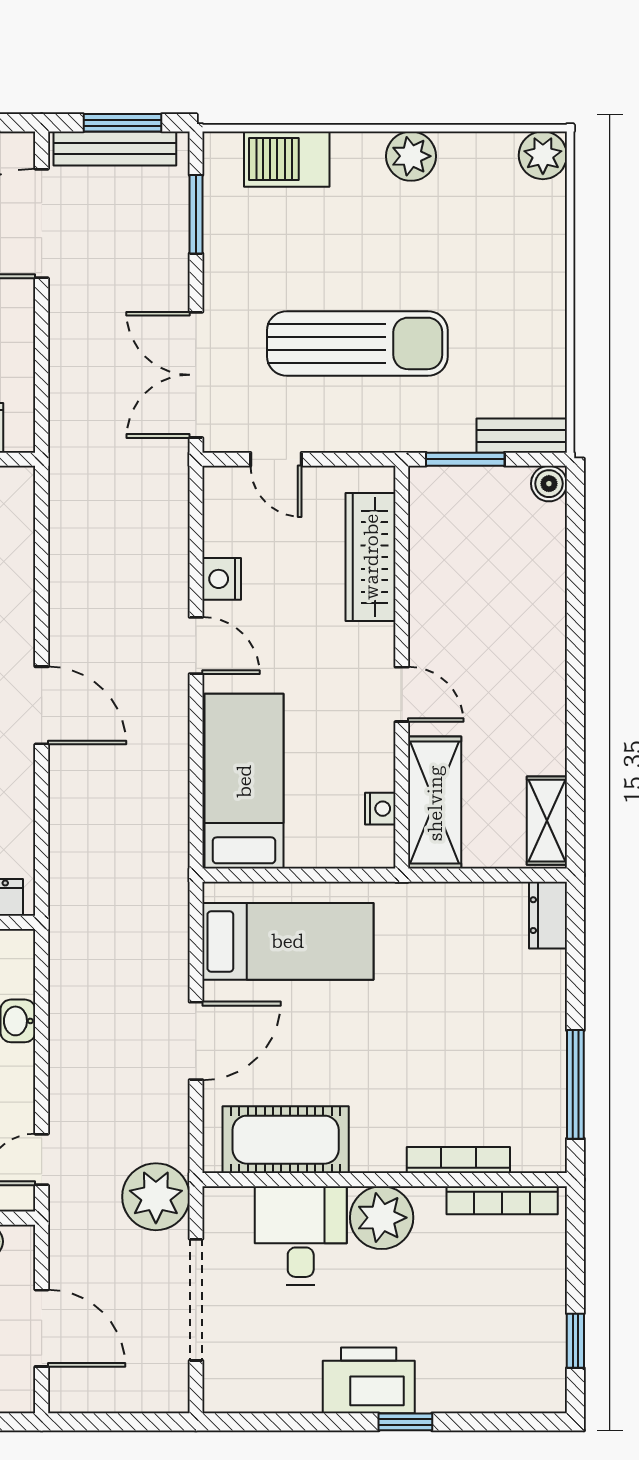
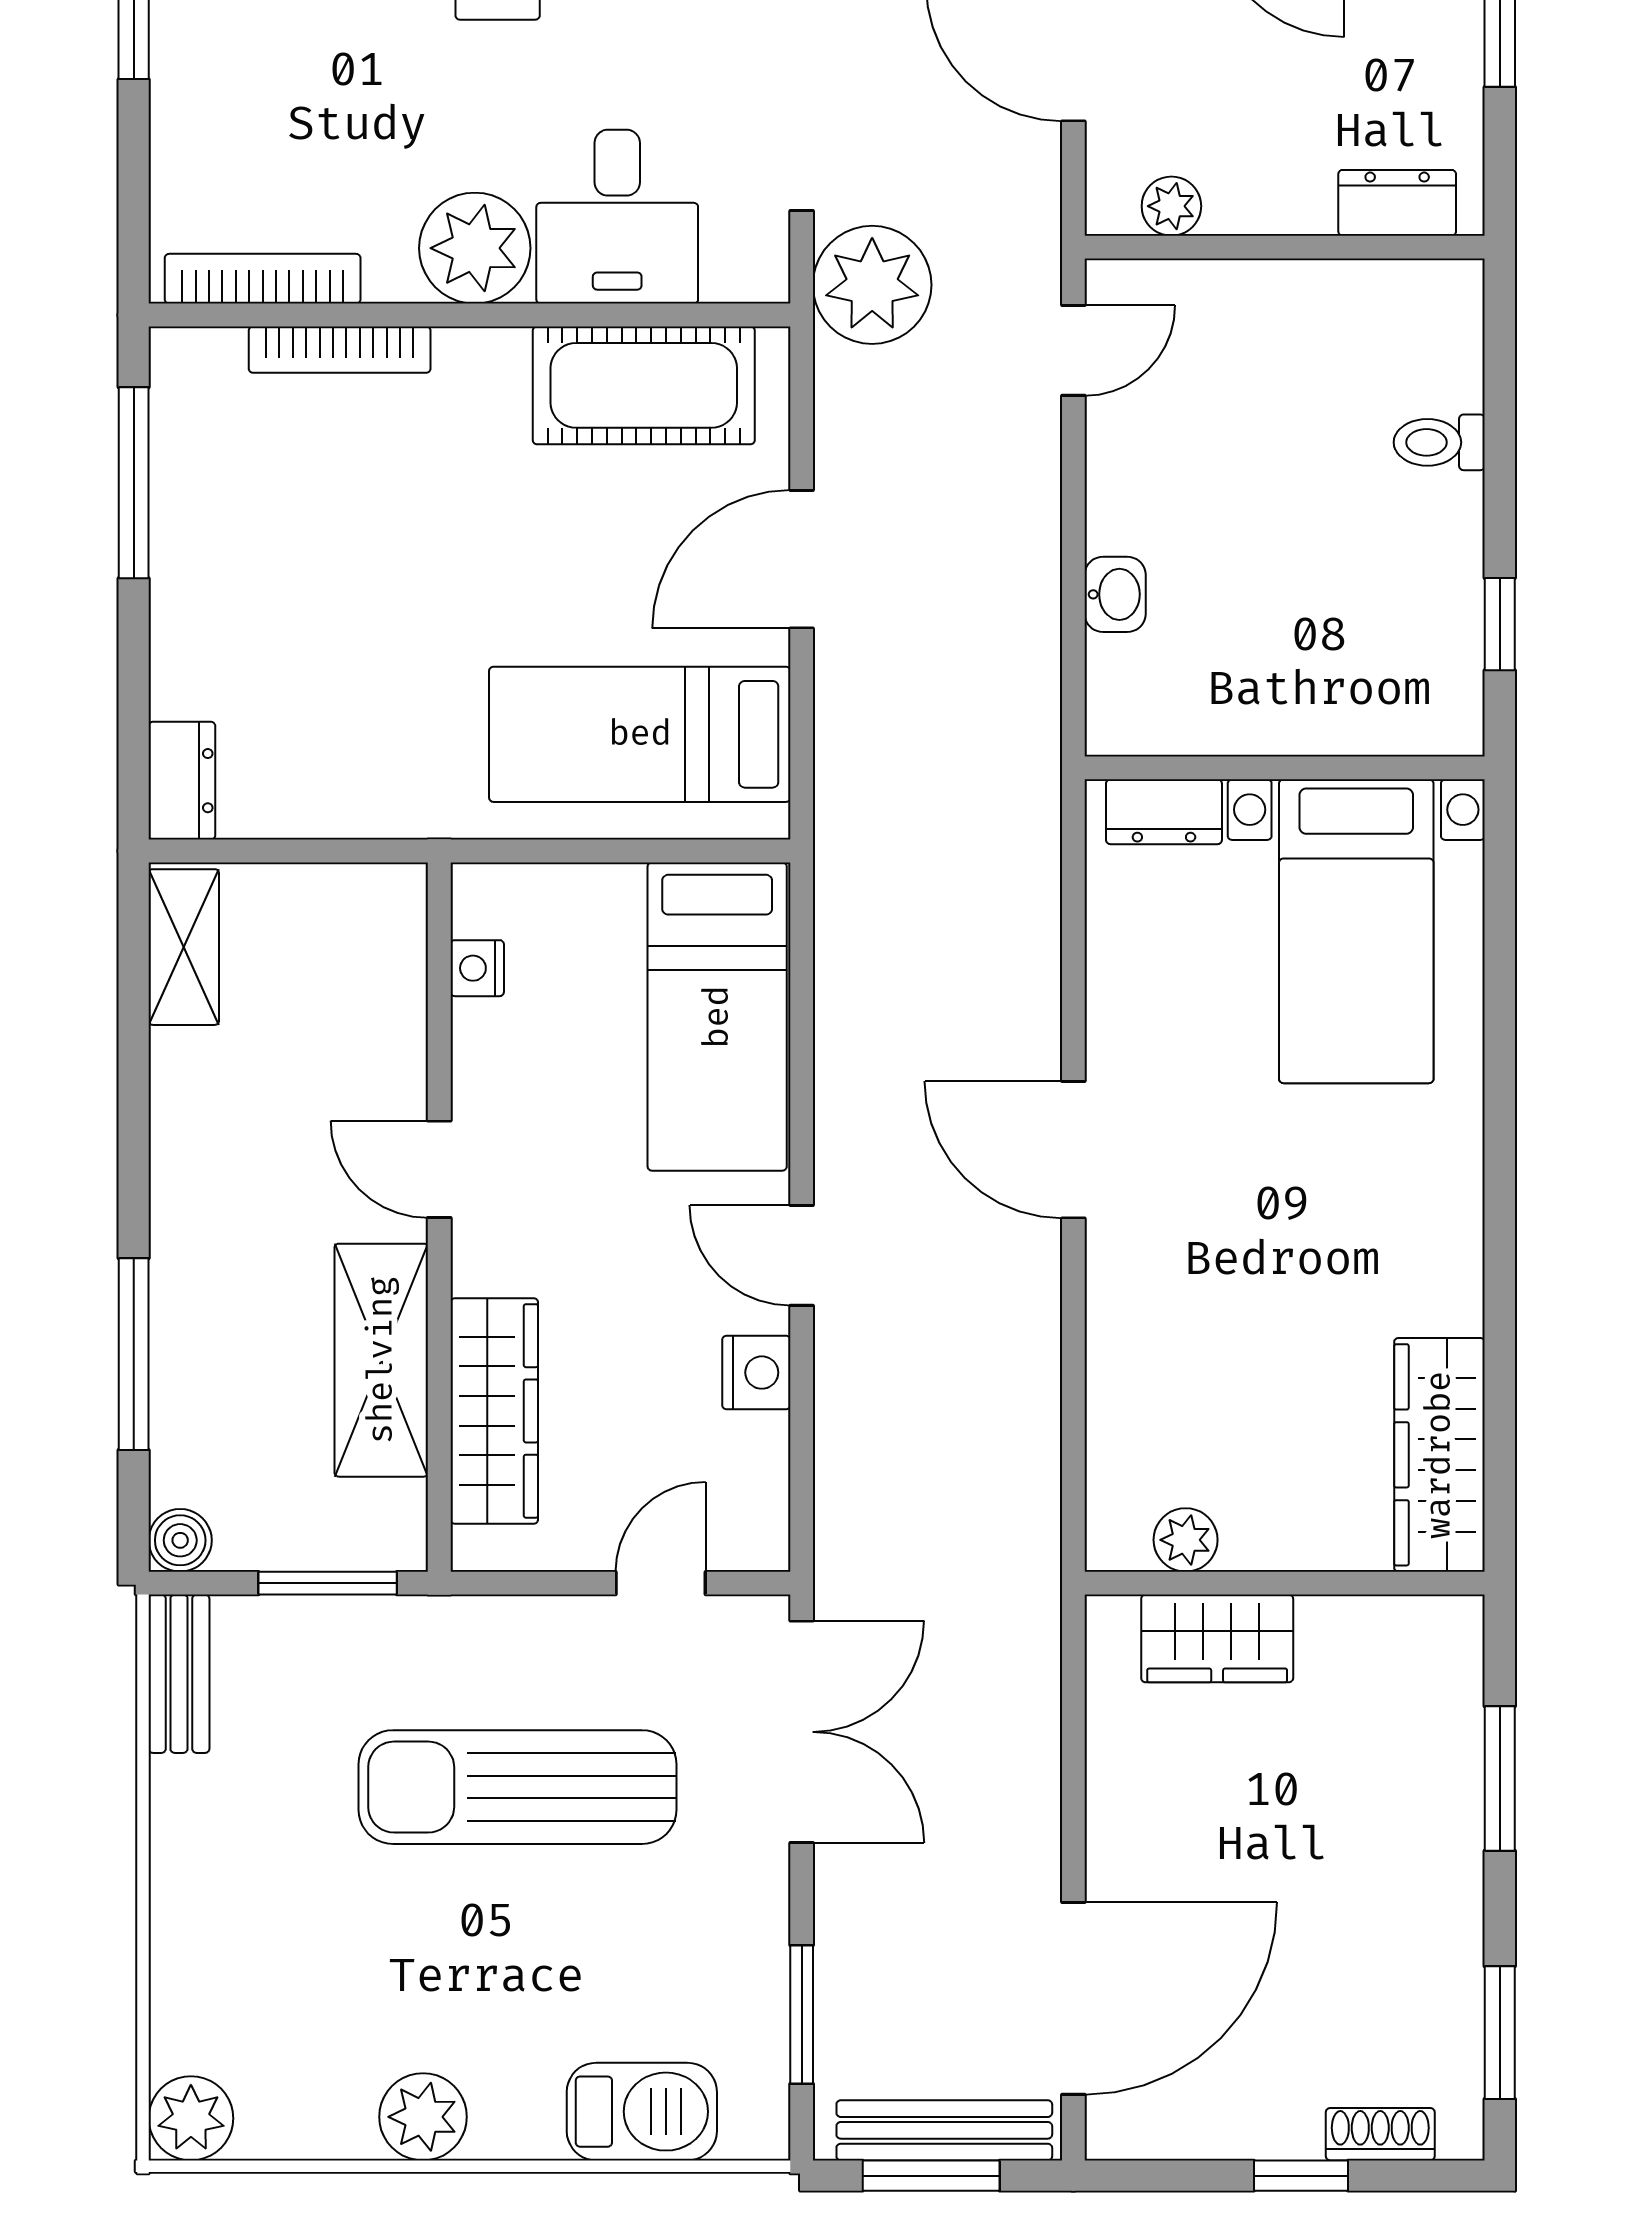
bench: (522, 436) -> (179, 1674), moved, turned 90
door: (276, 459) -> (661, 1583), hinge flipped
window: (575, 589) -> (134, 1354), added
shelving: (435, 803) -> (381, 1360), moved

